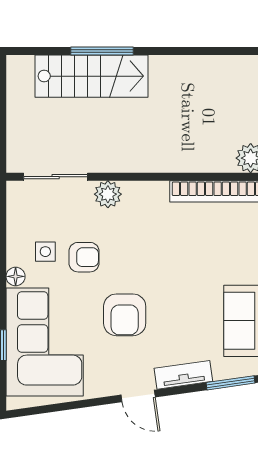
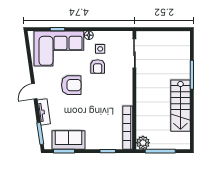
stairs: (92, 76) -> (180, 106), moved
plant: (108, 194) -> (126, 77), removed
armchair: (125, 315) -> (71, 85), turned 180

